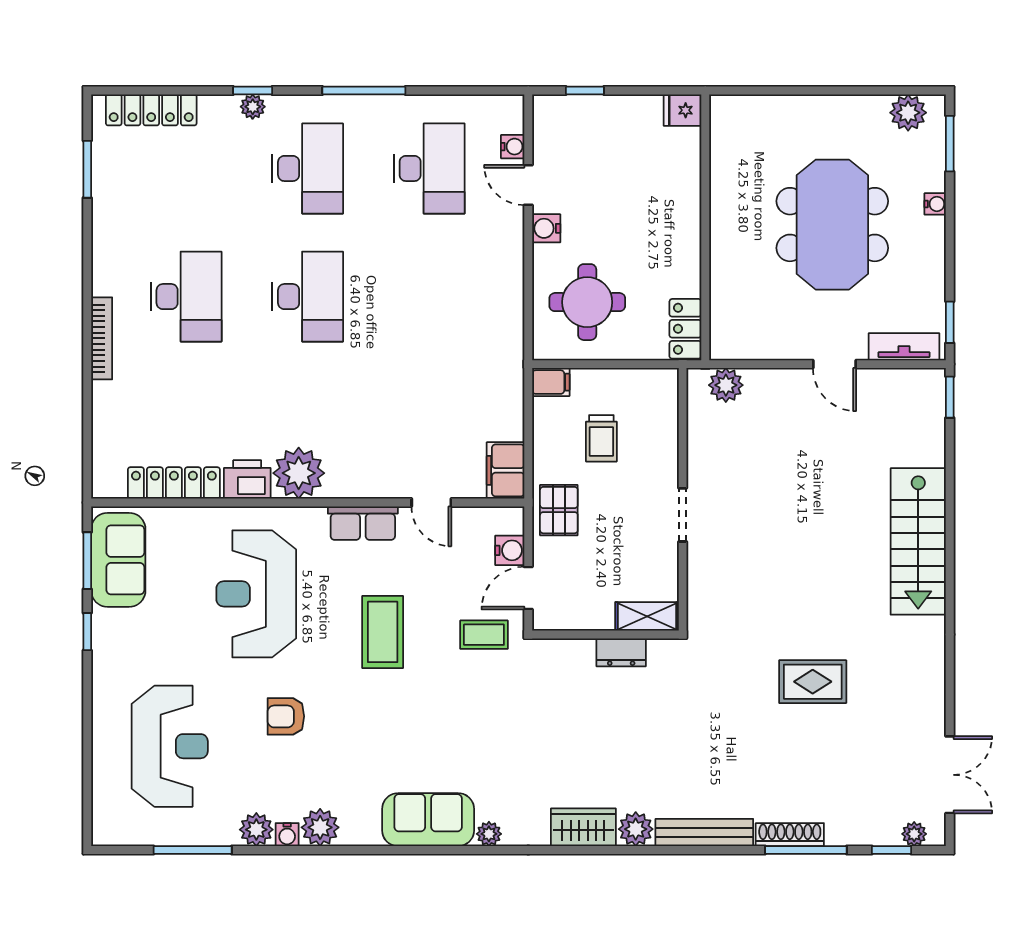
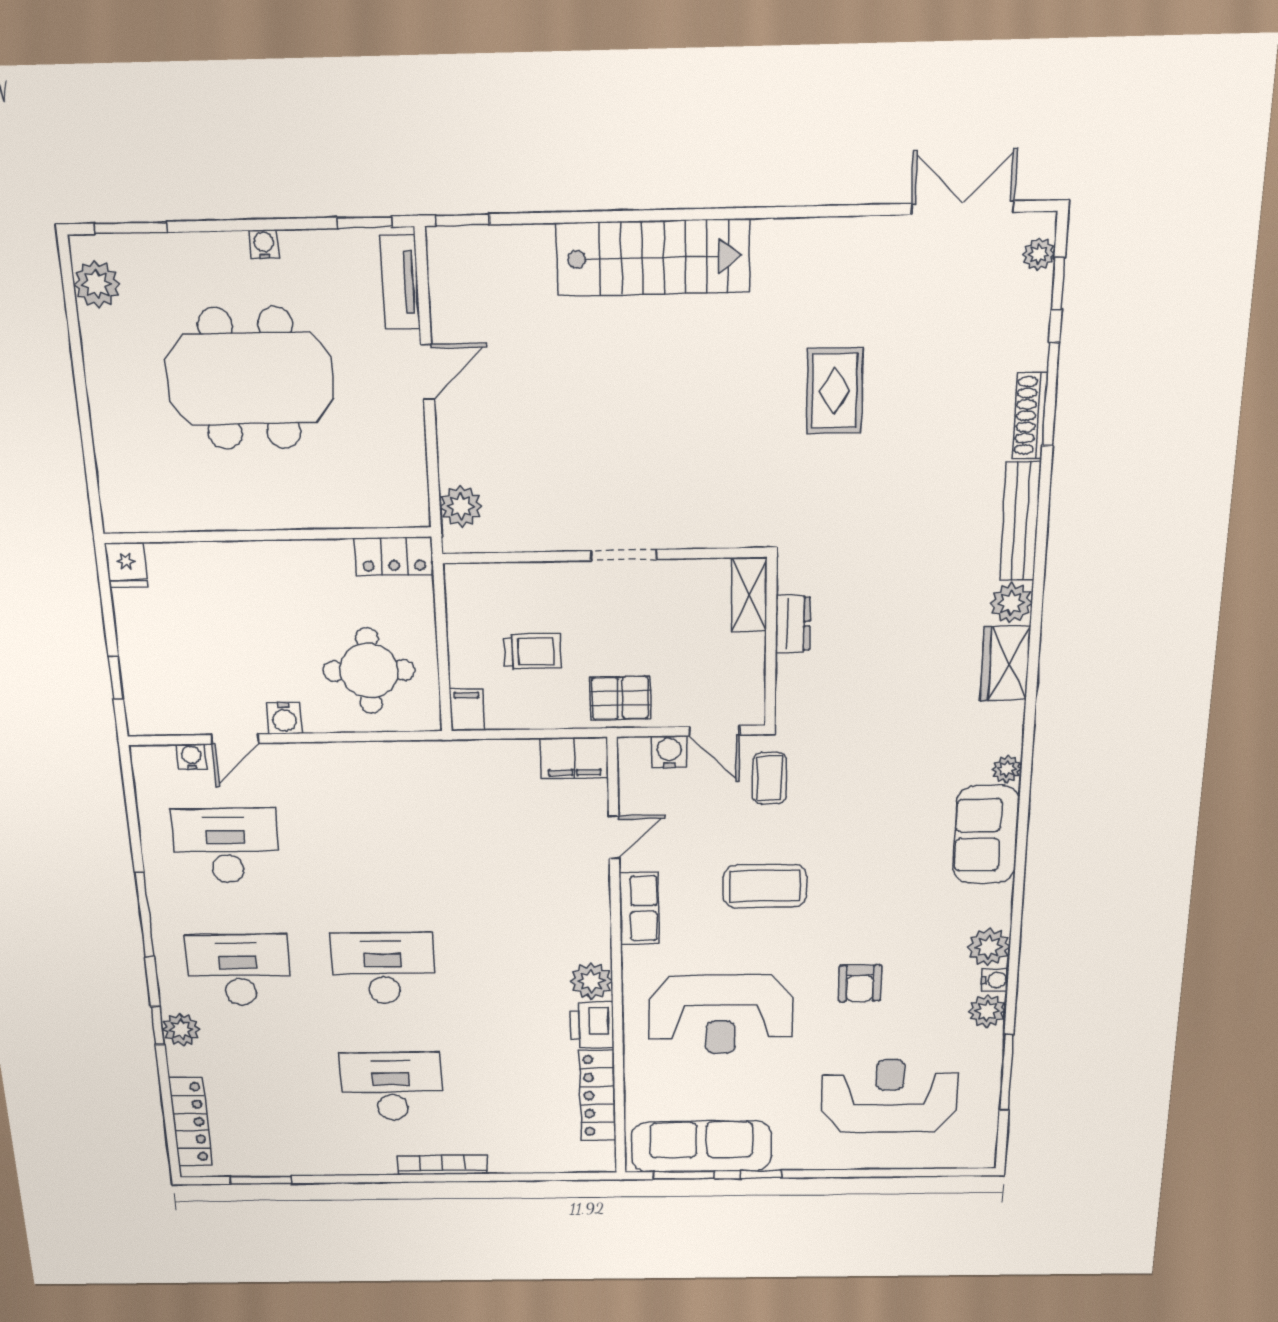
plant: (253, 107) -> (181, 1030), width x1.38, depth x1.38
water cooler: (935, 204) -> (264, 244), moved
plant: (299, 473) -> (591, 981), width x0.73, depth x0.73
sofa: (118, 560) -> (701, 1146), width x1.36

